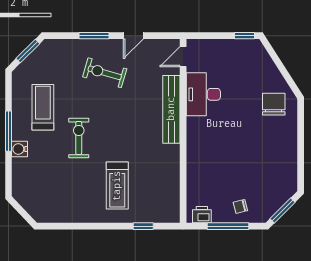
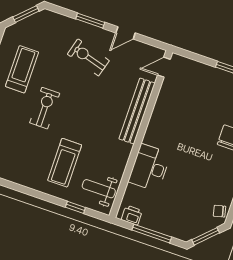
desk: (203, 94) -> (150, 168), moved
weight bench: (160, 200) -> (99, 189), added
chair: (240, 206) -> (219, 211), moved

